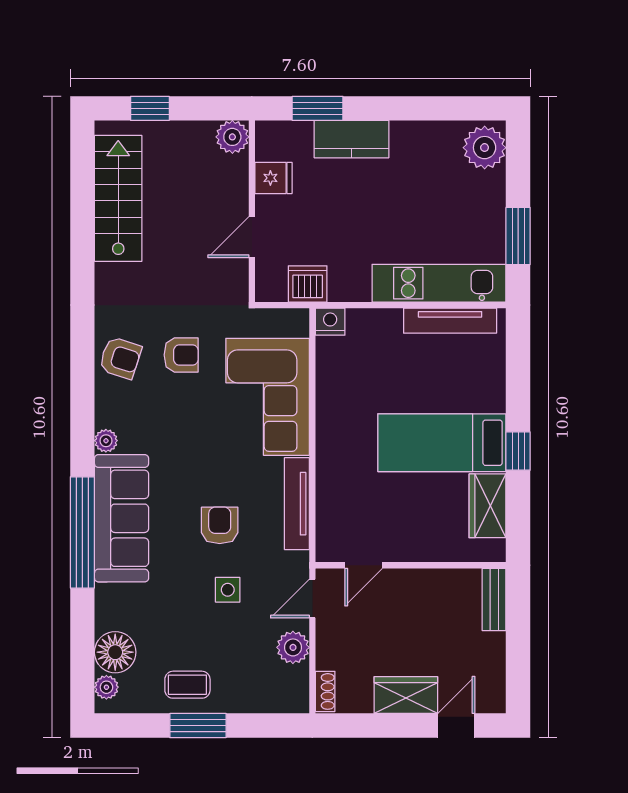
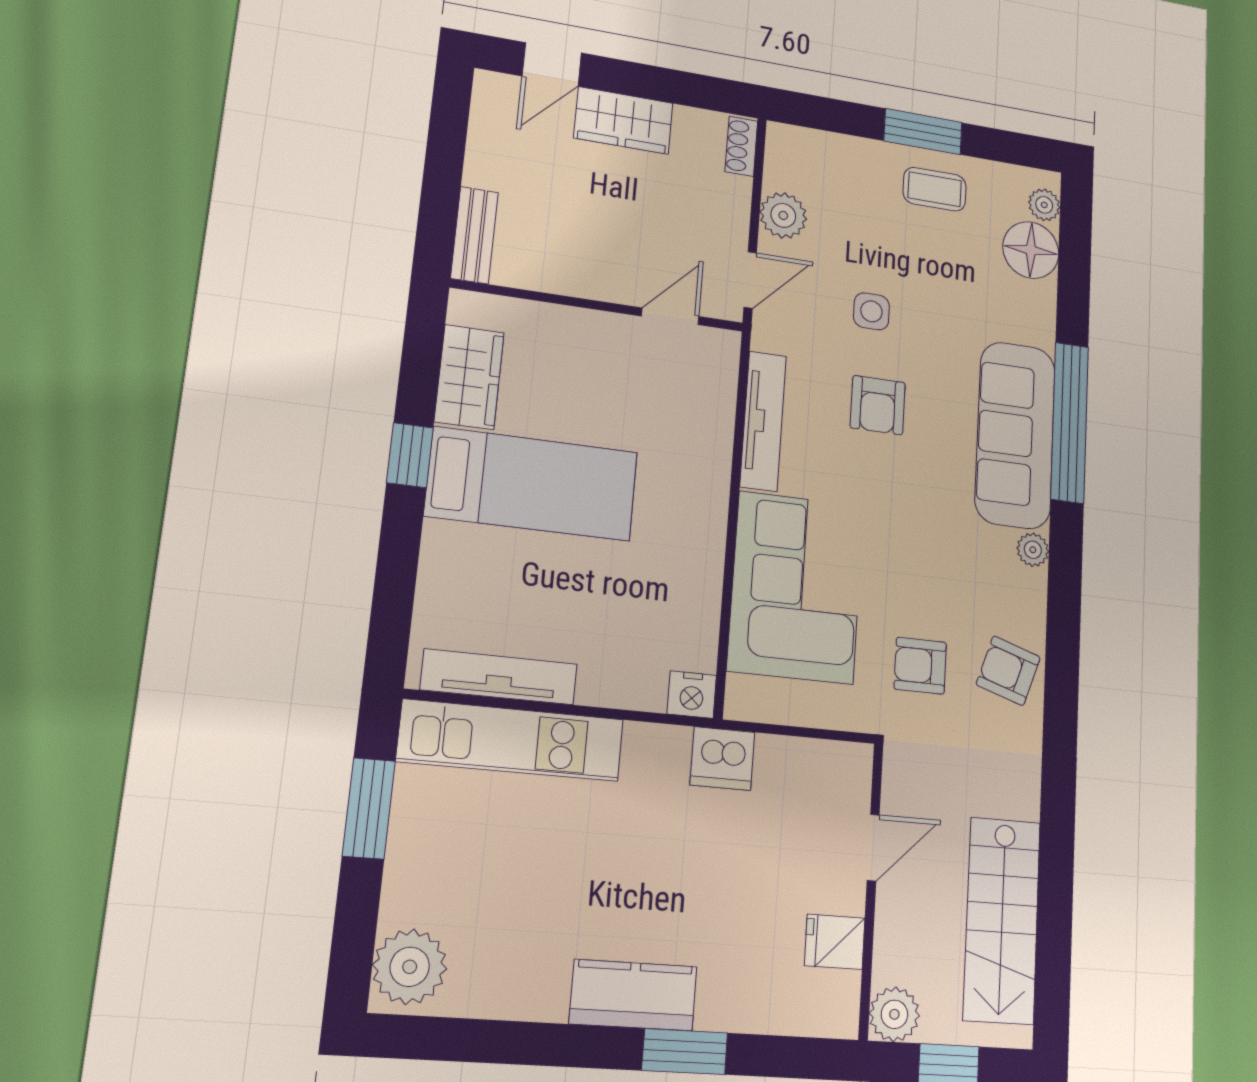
plant: (232, 137) -> (894, 1014), moved
fridge: (273, 178) -> (835, 942), moved
wall: (252, 211) -> (871, 890), moved
door: (252, 237) -> (873, 848), moved

